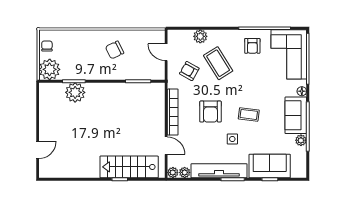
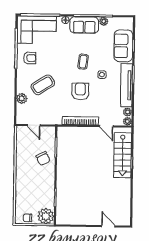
chair: (115, 50) -> (43, 158), moved
door: (166, 52) -> (34, 125), hinge flipped
armchair: (189, 71) -> (49, 107), removed
plant: (75, 92) -> (64, 196), removed
armchair: (210, 112) -> (80, 91), turned -90
door: (166, 146) -> (106, 126), swing flipped

